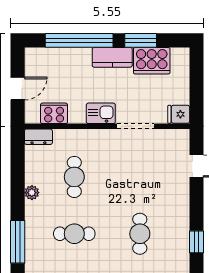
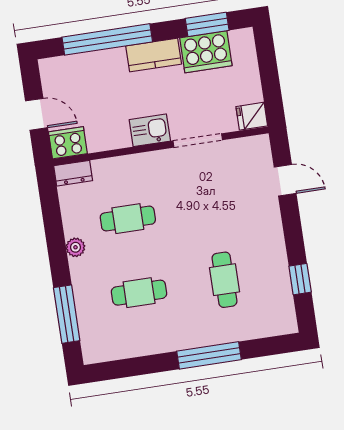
window: (141, 40) -> (207, 24), moved
door: (18, 89) -> (36, 114), hinge flipped
cooker: (54, 113) -> (68, 143), moved
cafe table: (74, 177) -> (128, 219), turned 90

